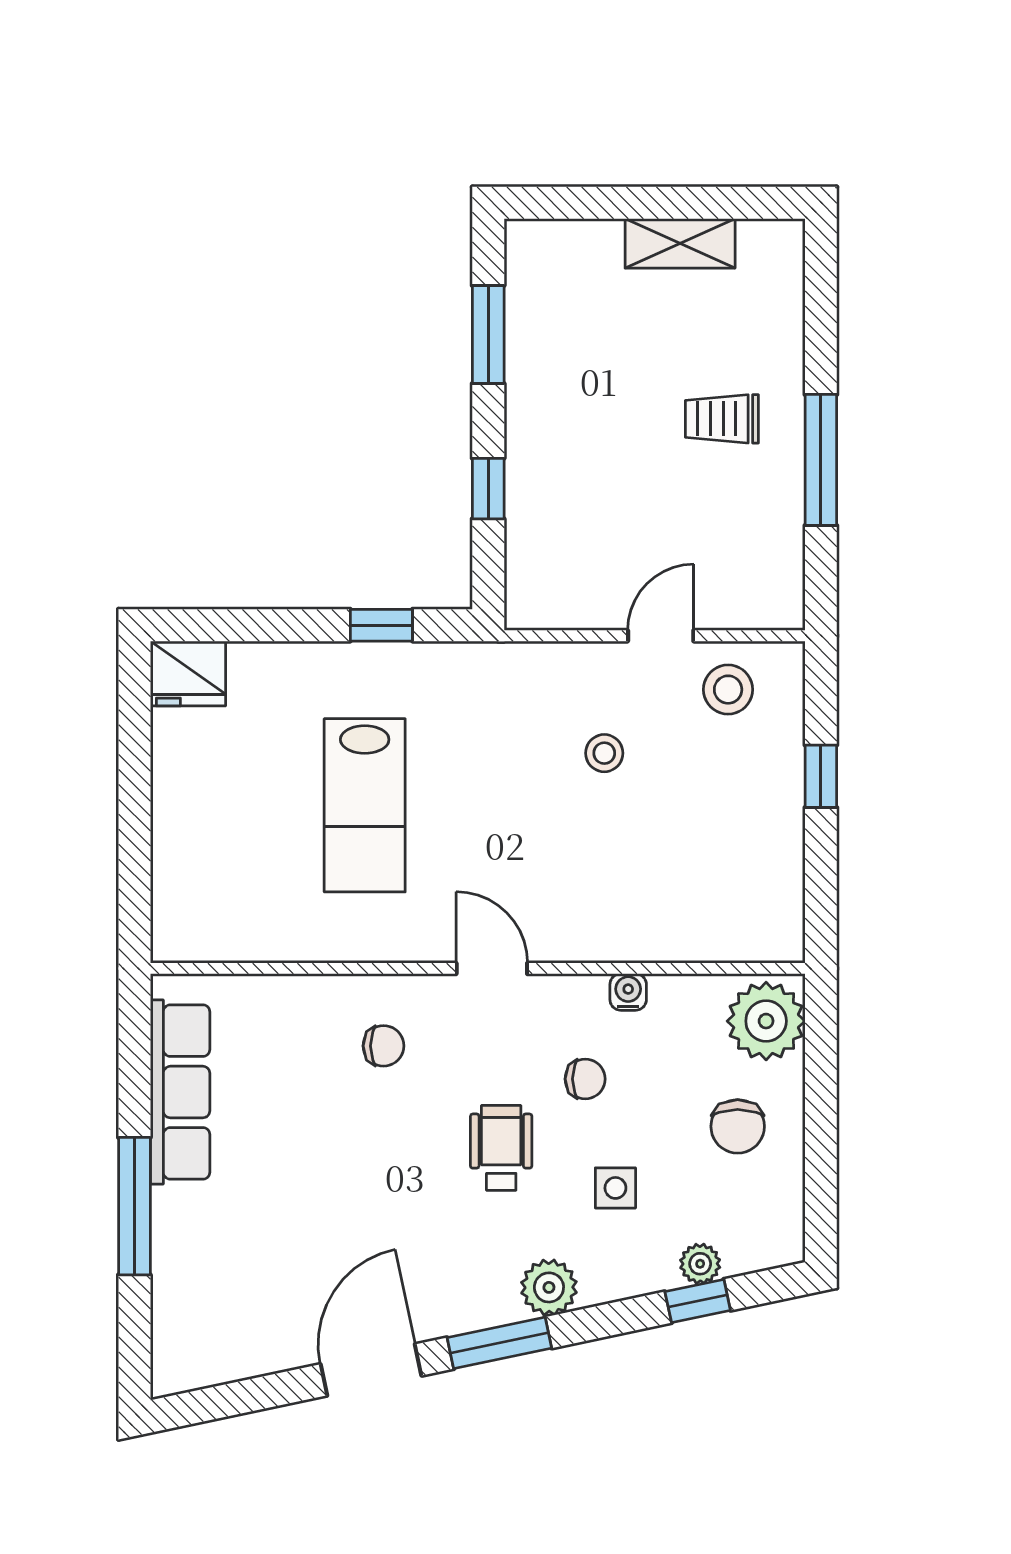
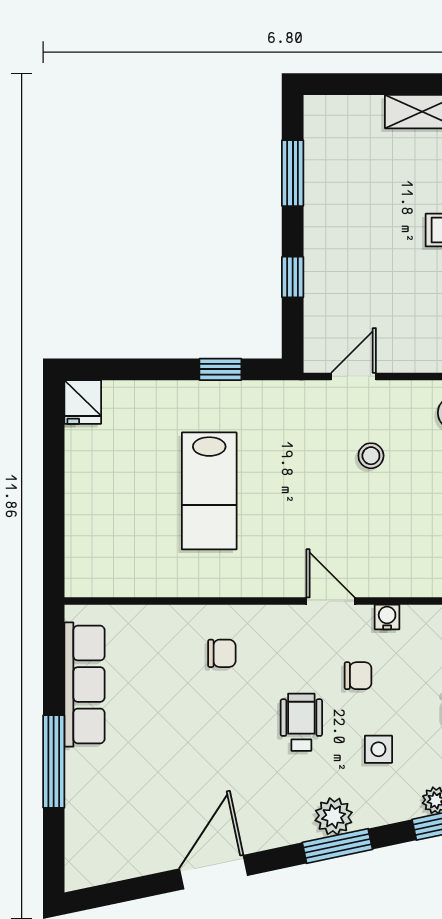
door: (661, 636) -> (354, 376), moved
fridge: (188, 673) -> (83, 402), width x0.72
door: (492, 968) -> (331, 601), moved
window: (499, 1343) -> (337, 846), moved

